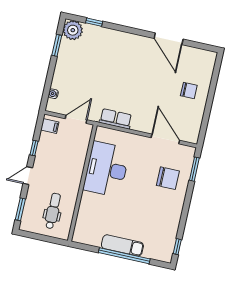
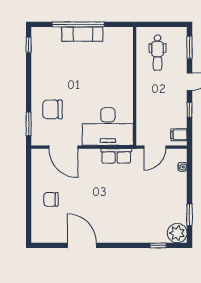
desk: (107, 169) -> (108, 127), moved, turned 90

